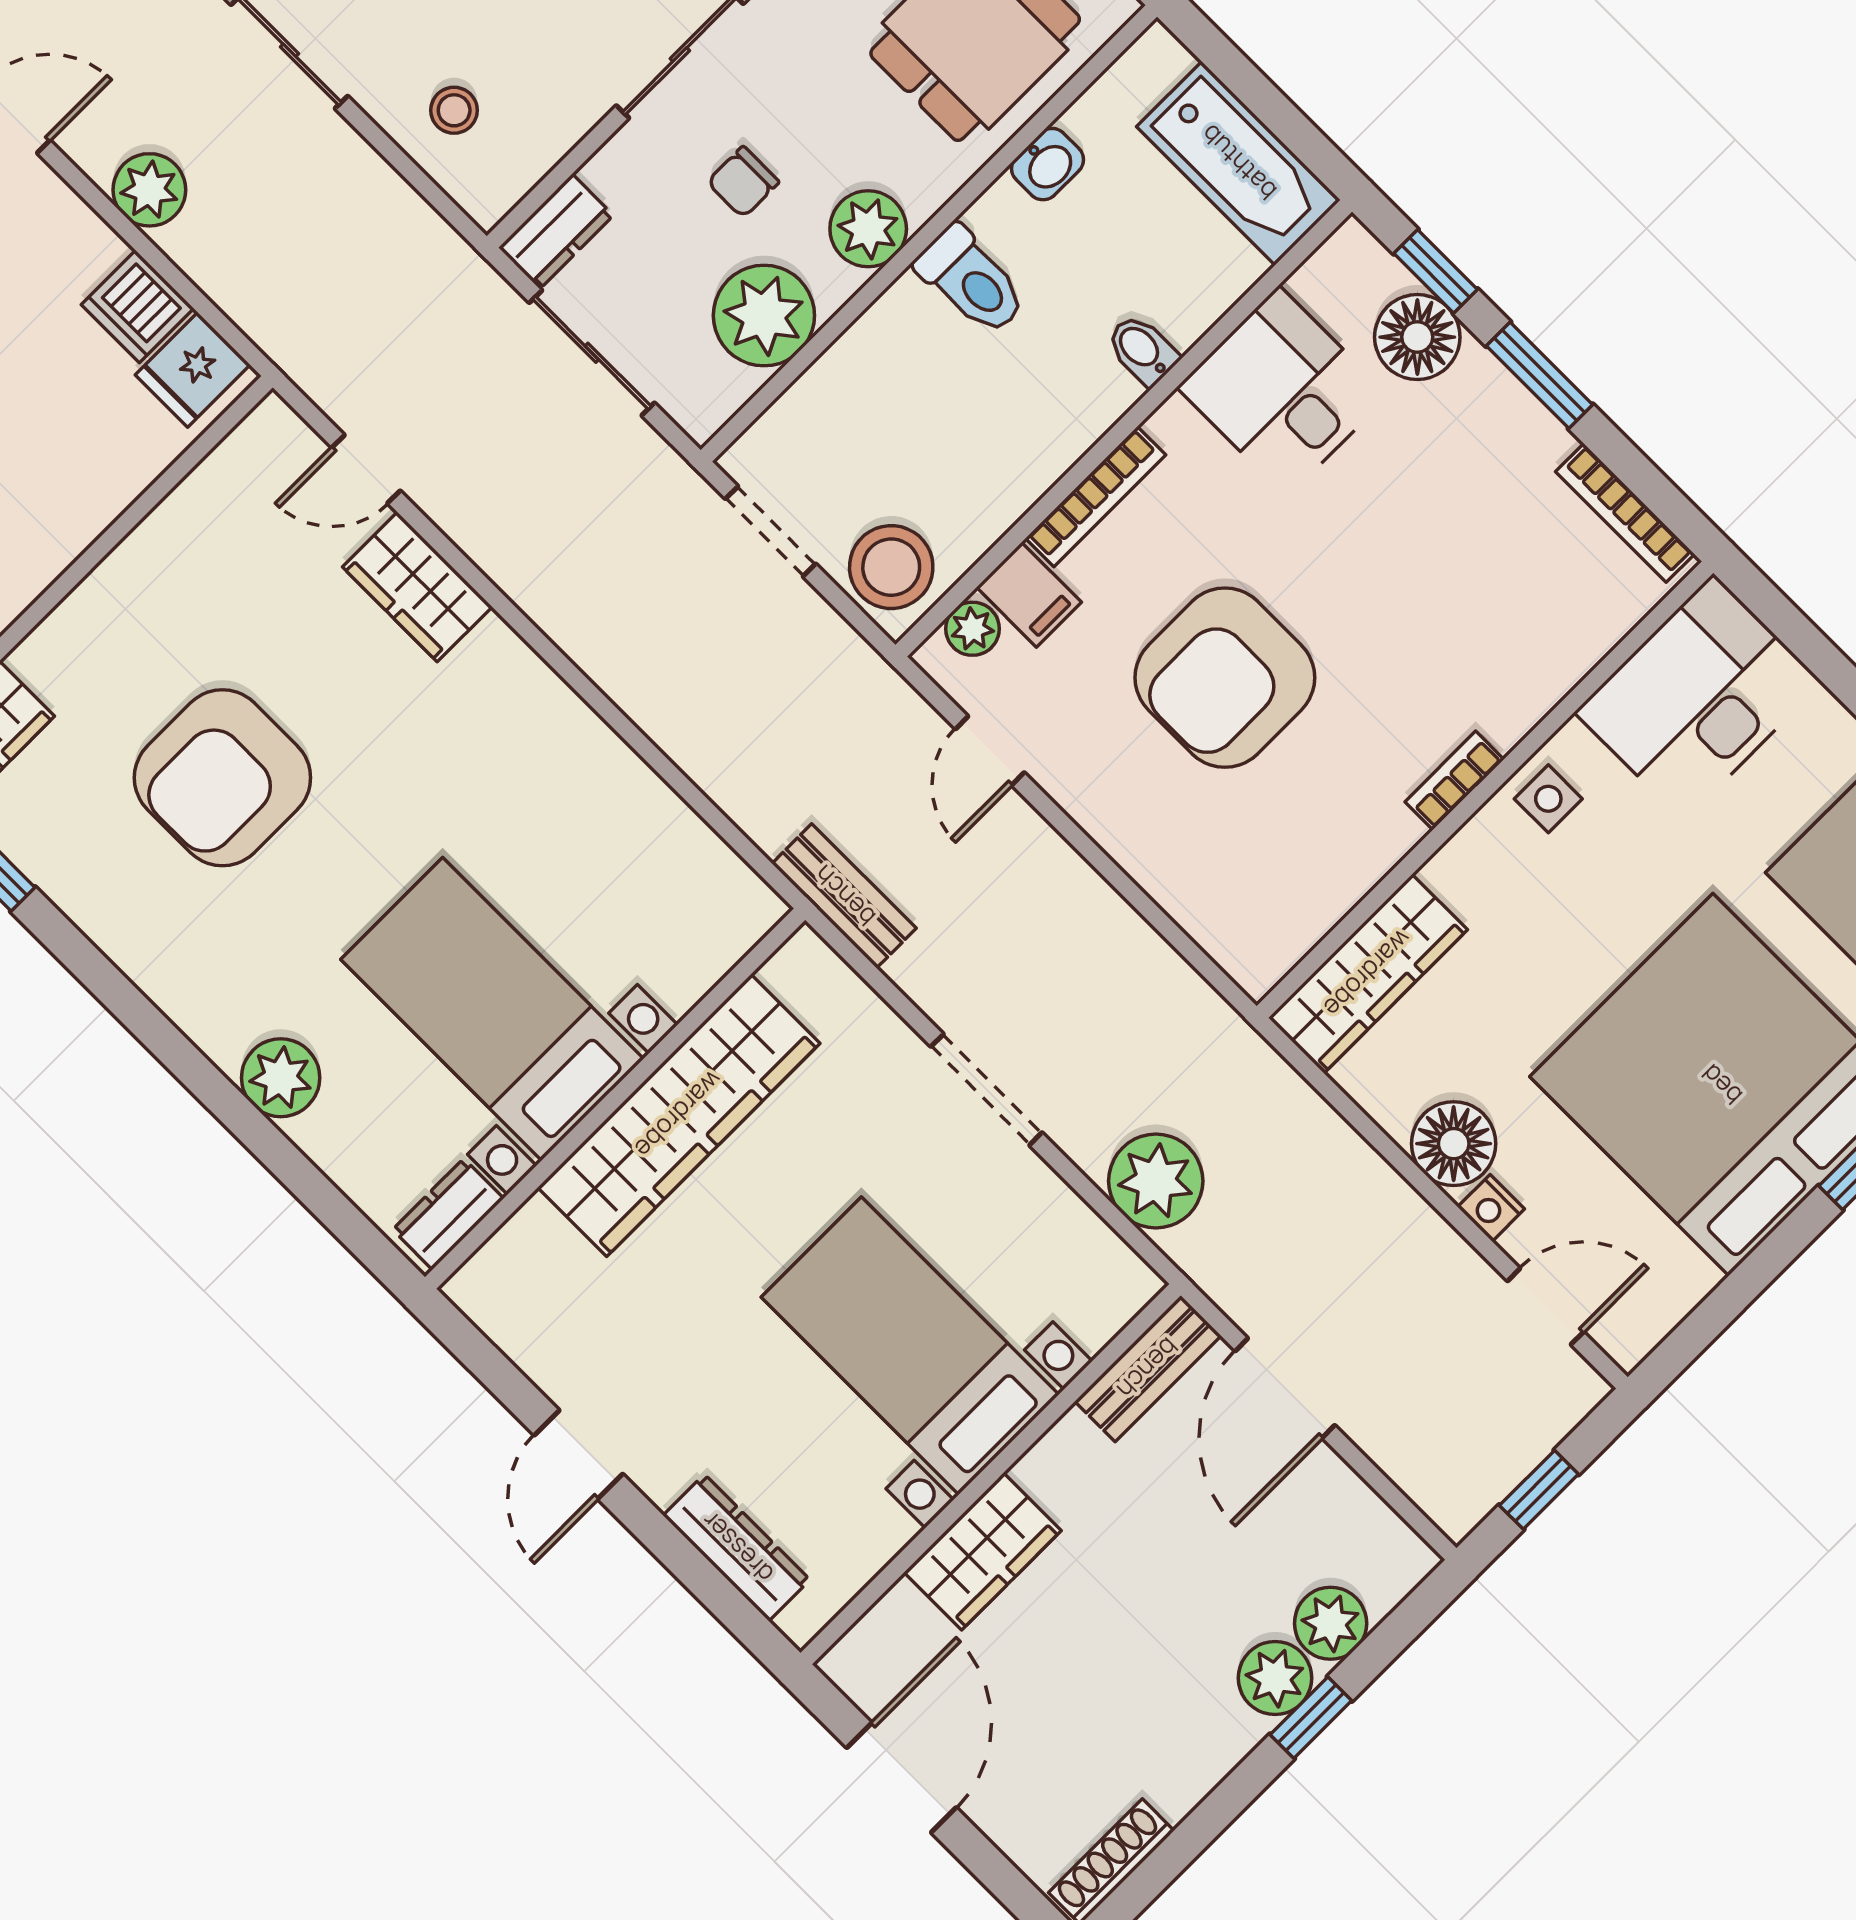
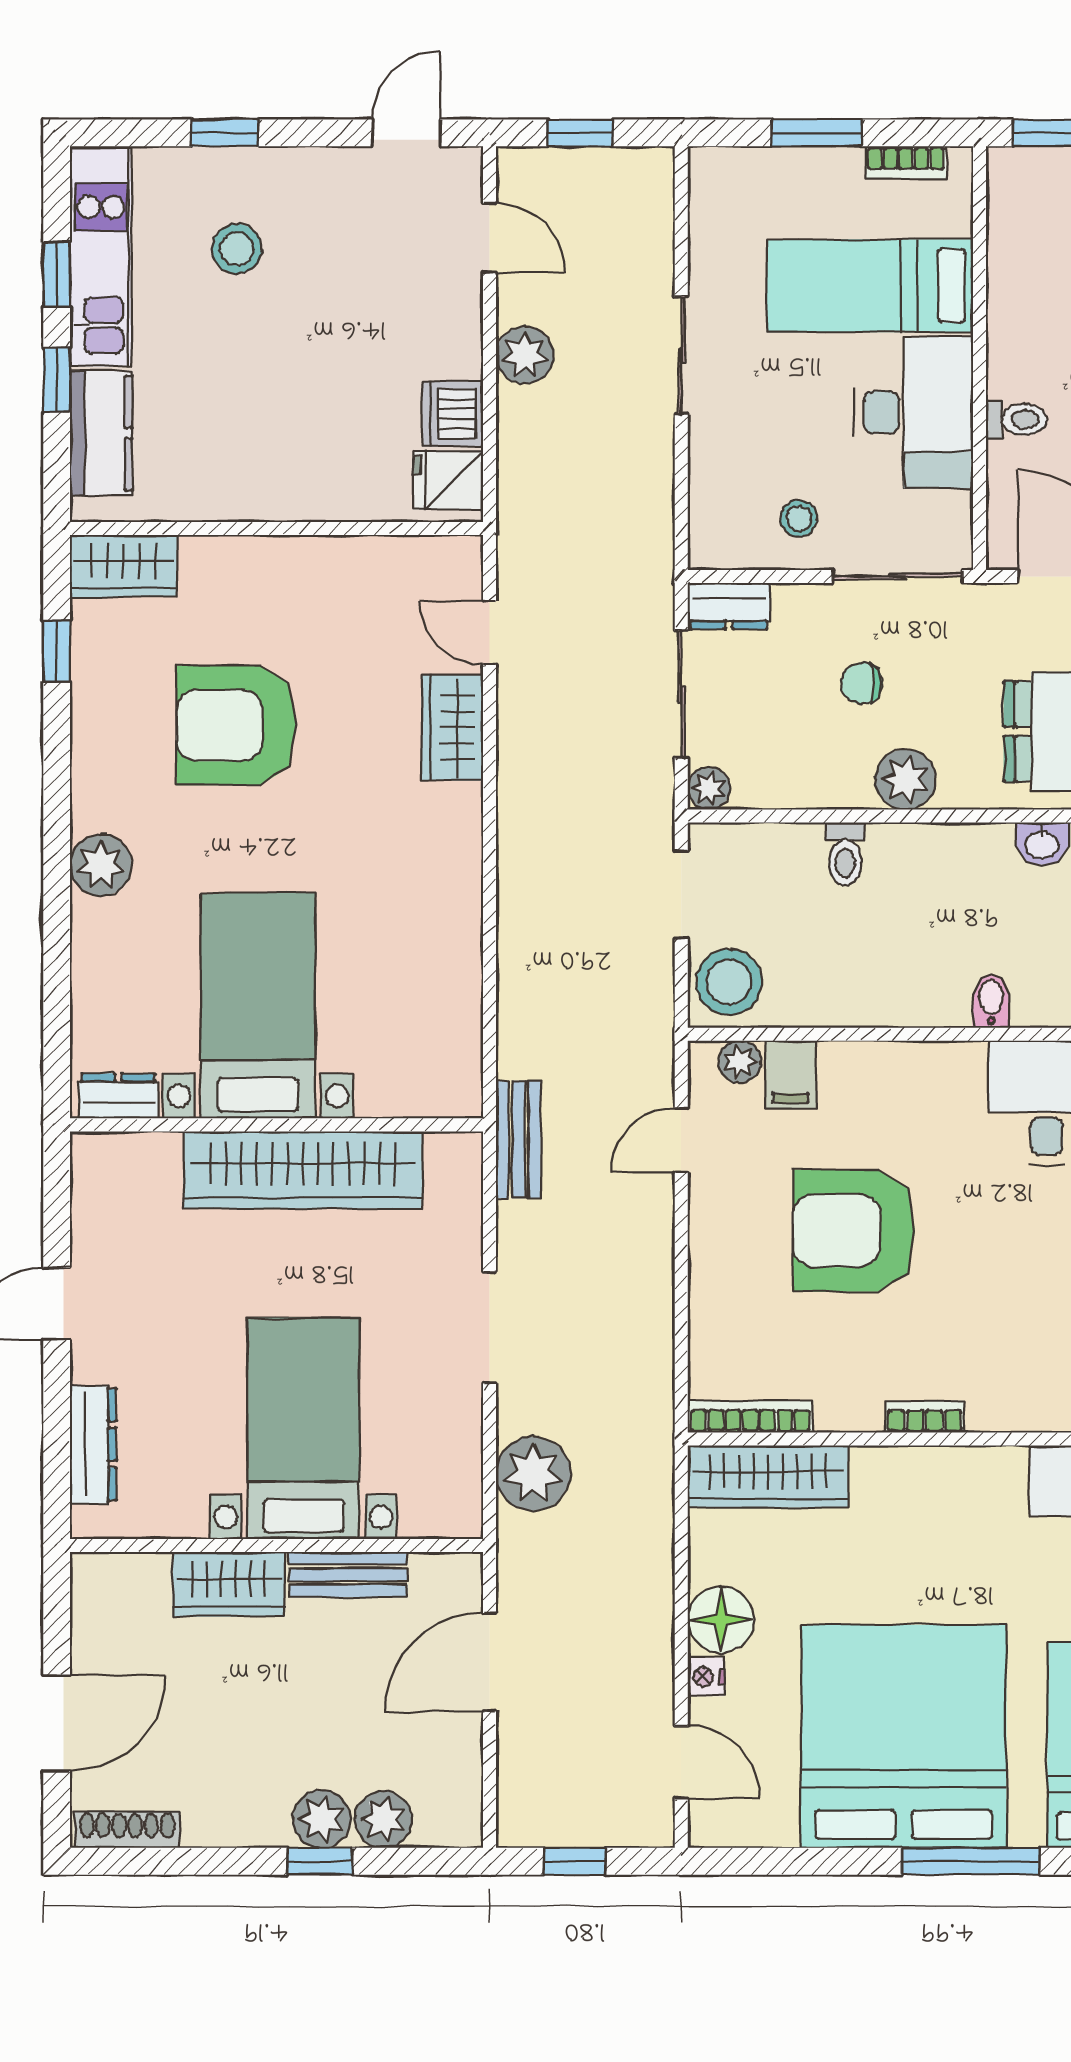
stool: (454, 110) -> (799, 518), moved
toilet: (971, 281) -> (845, 854), moved, width x0.73, depth x0.72
plant: (764, 316) -> (709, 788), moved, width x0.53, depth x0.53
bookcase: (1096, 497) -> (750, 1417), moved, turned 180
side table: (1548, 799) -> (967, 1480), removed
plant: (281, 1078) -> (101, 865), moved
bench: (1148, 1369) -> (348, 1575), moved
door: (901, 1778) -> (57, 1723), moved

